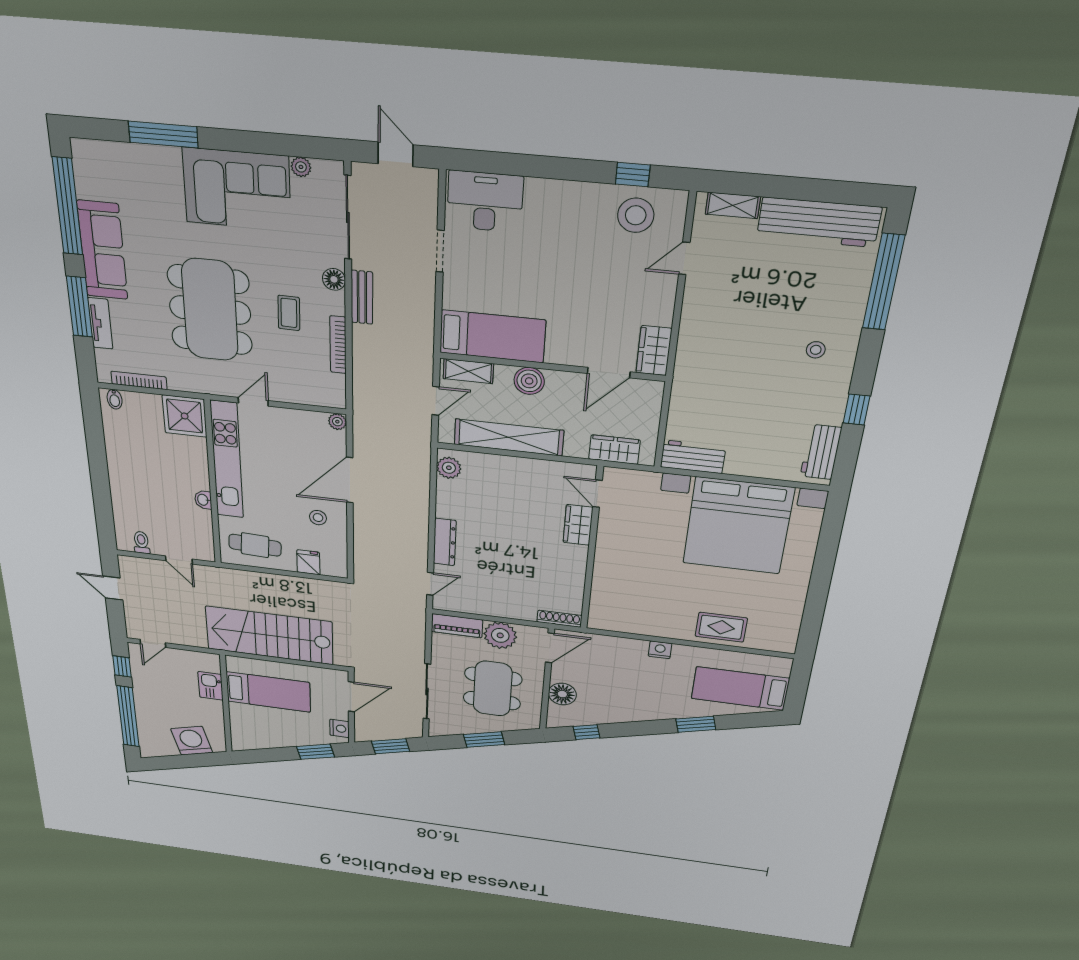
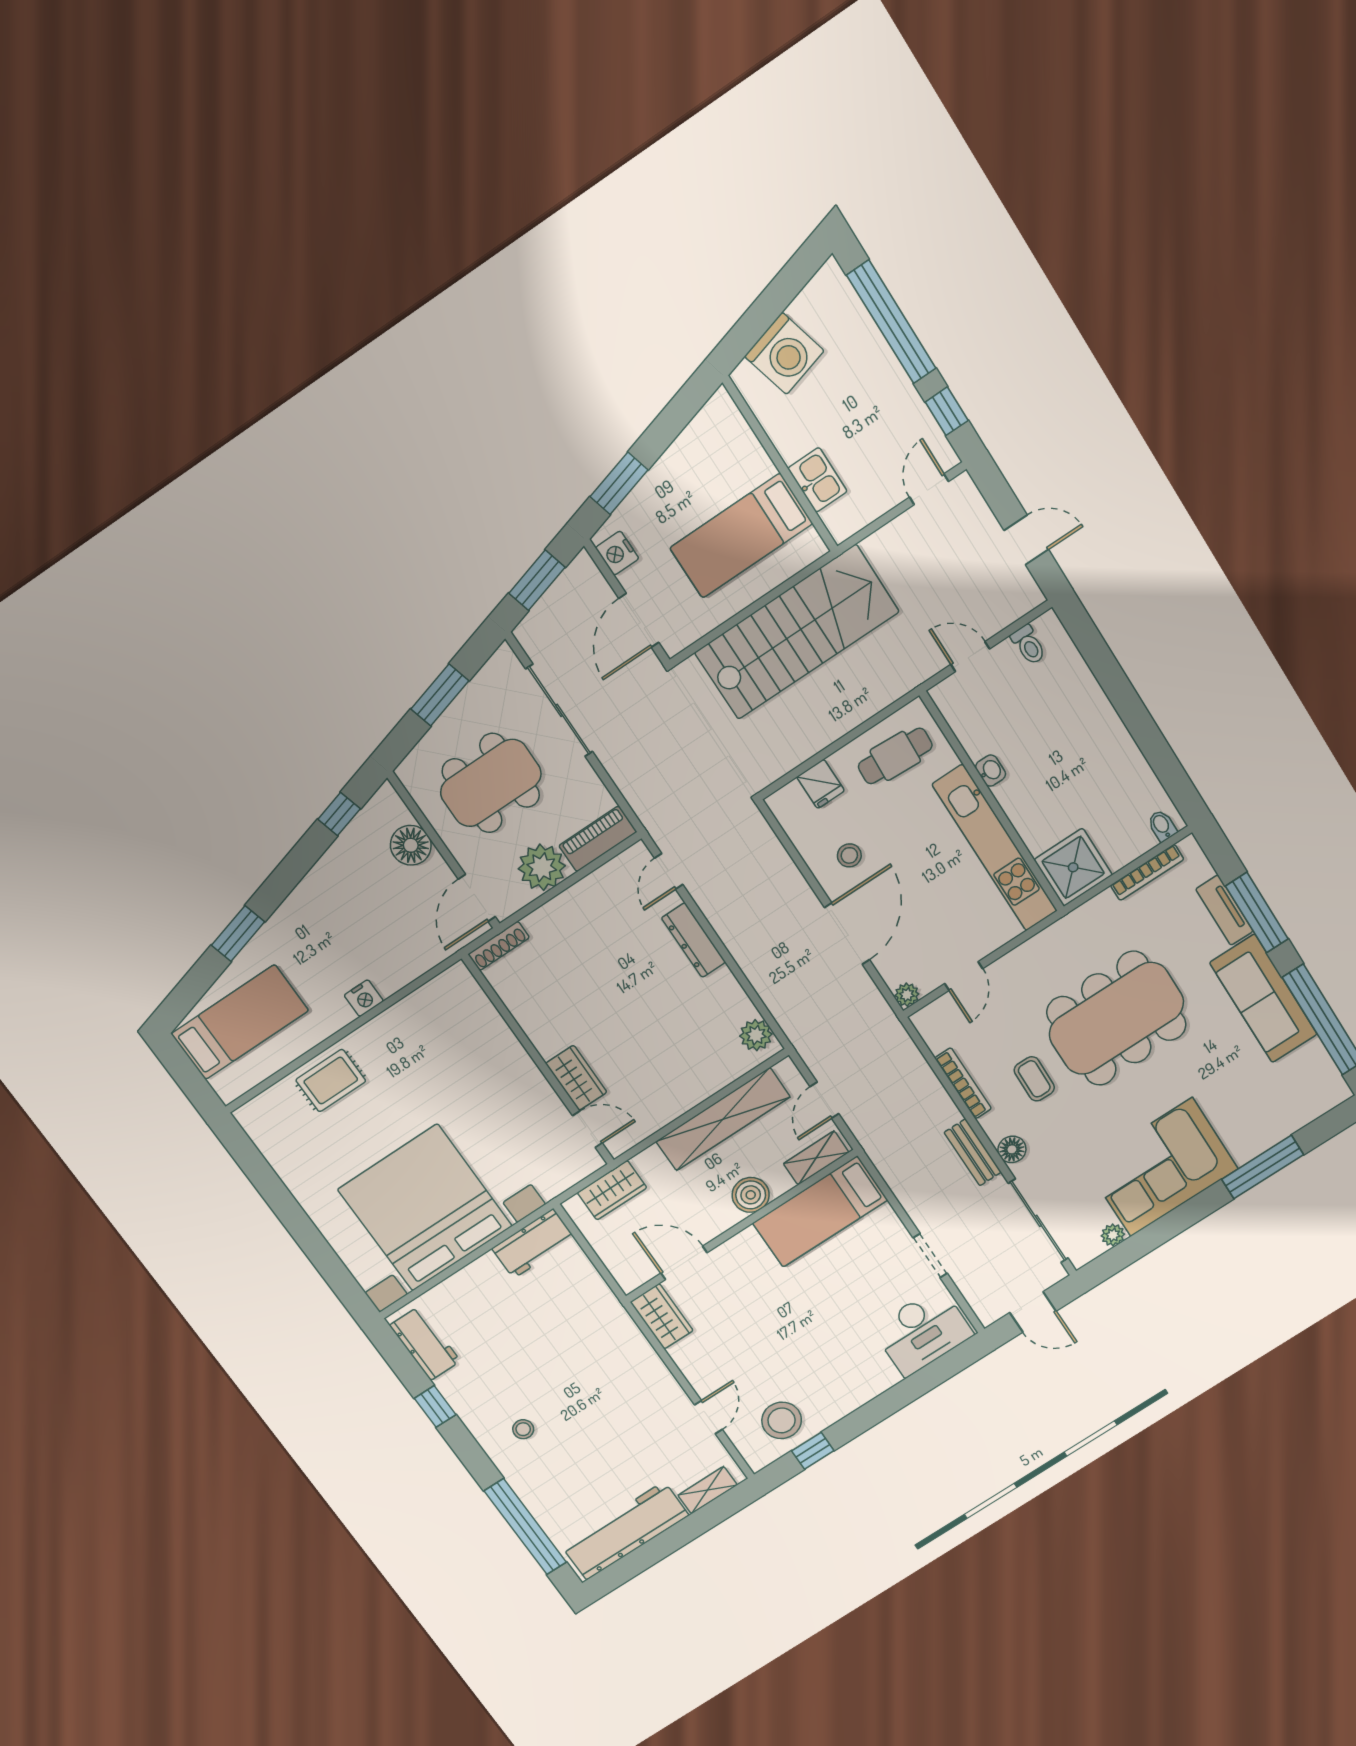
dining table: (210, 310) -> (1116, 1018), turned 90
door: (609, 373) -> (684, 1263), hinge flipped
door: (253, 402) -> (964, 976), moved
dining table: (493, 689) -> (491, 783), turned 90

